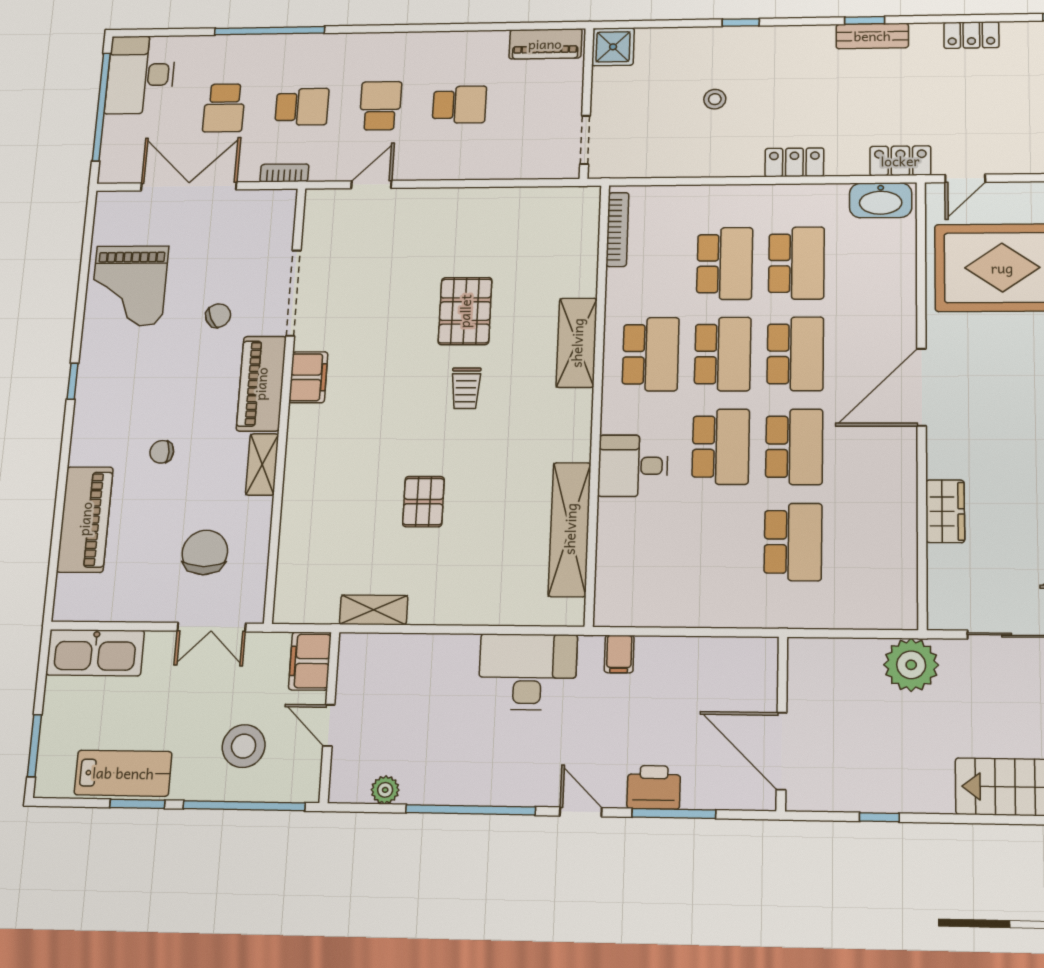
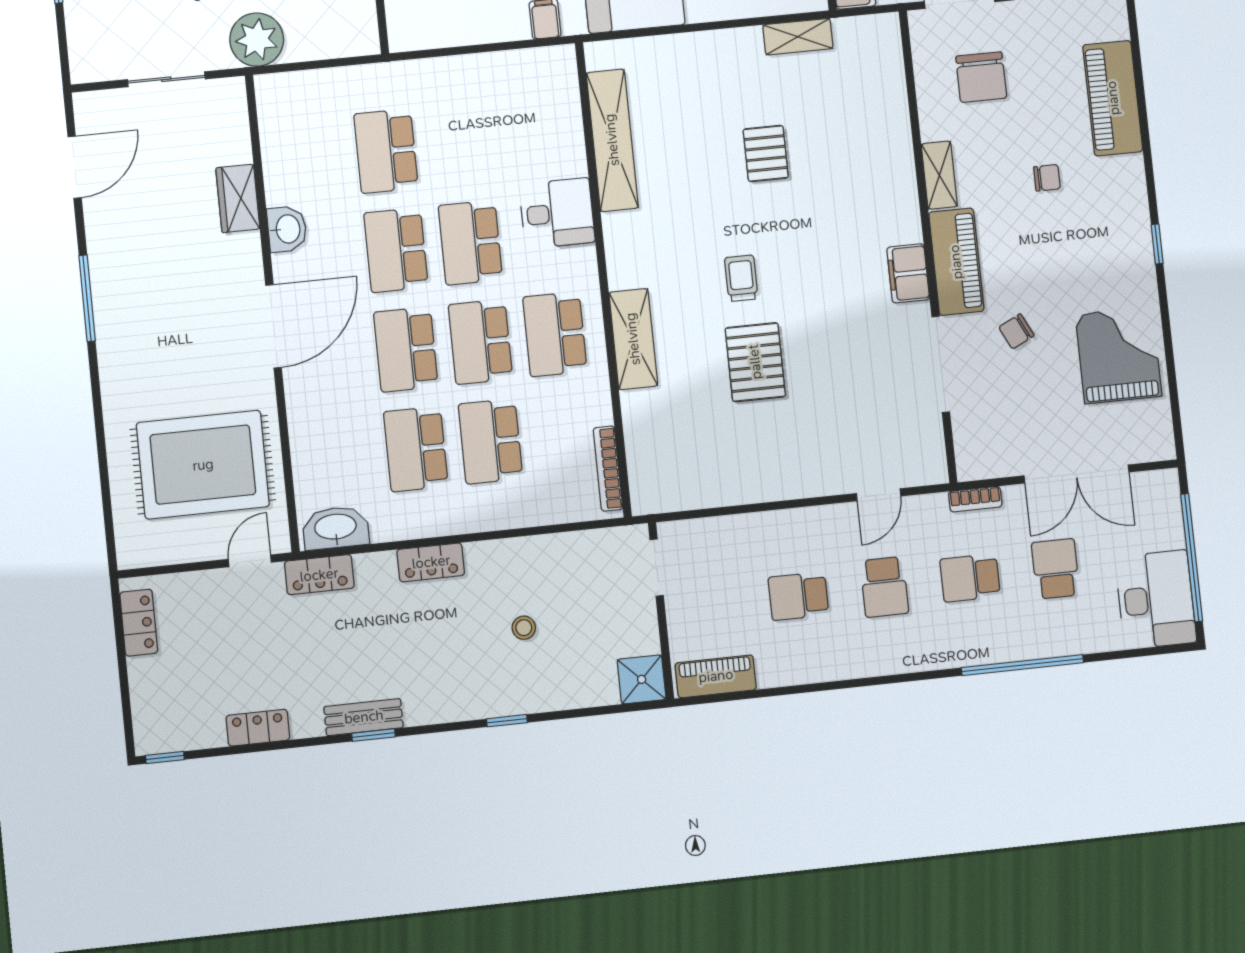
washbasin: (899, 477) -> (287, 229), added

